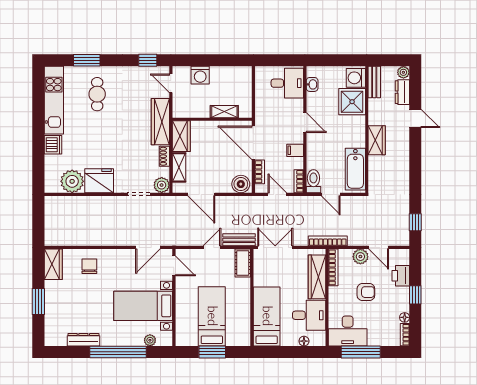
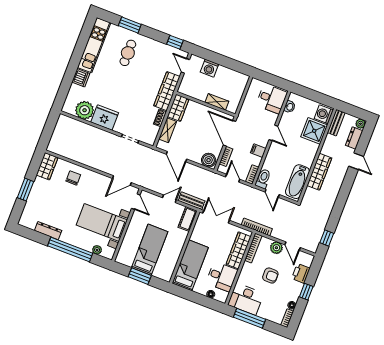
wardrobe: (377, 140) -> (319, 172), width x1.50
plant: (162, 185) -> (150, 138), removed

